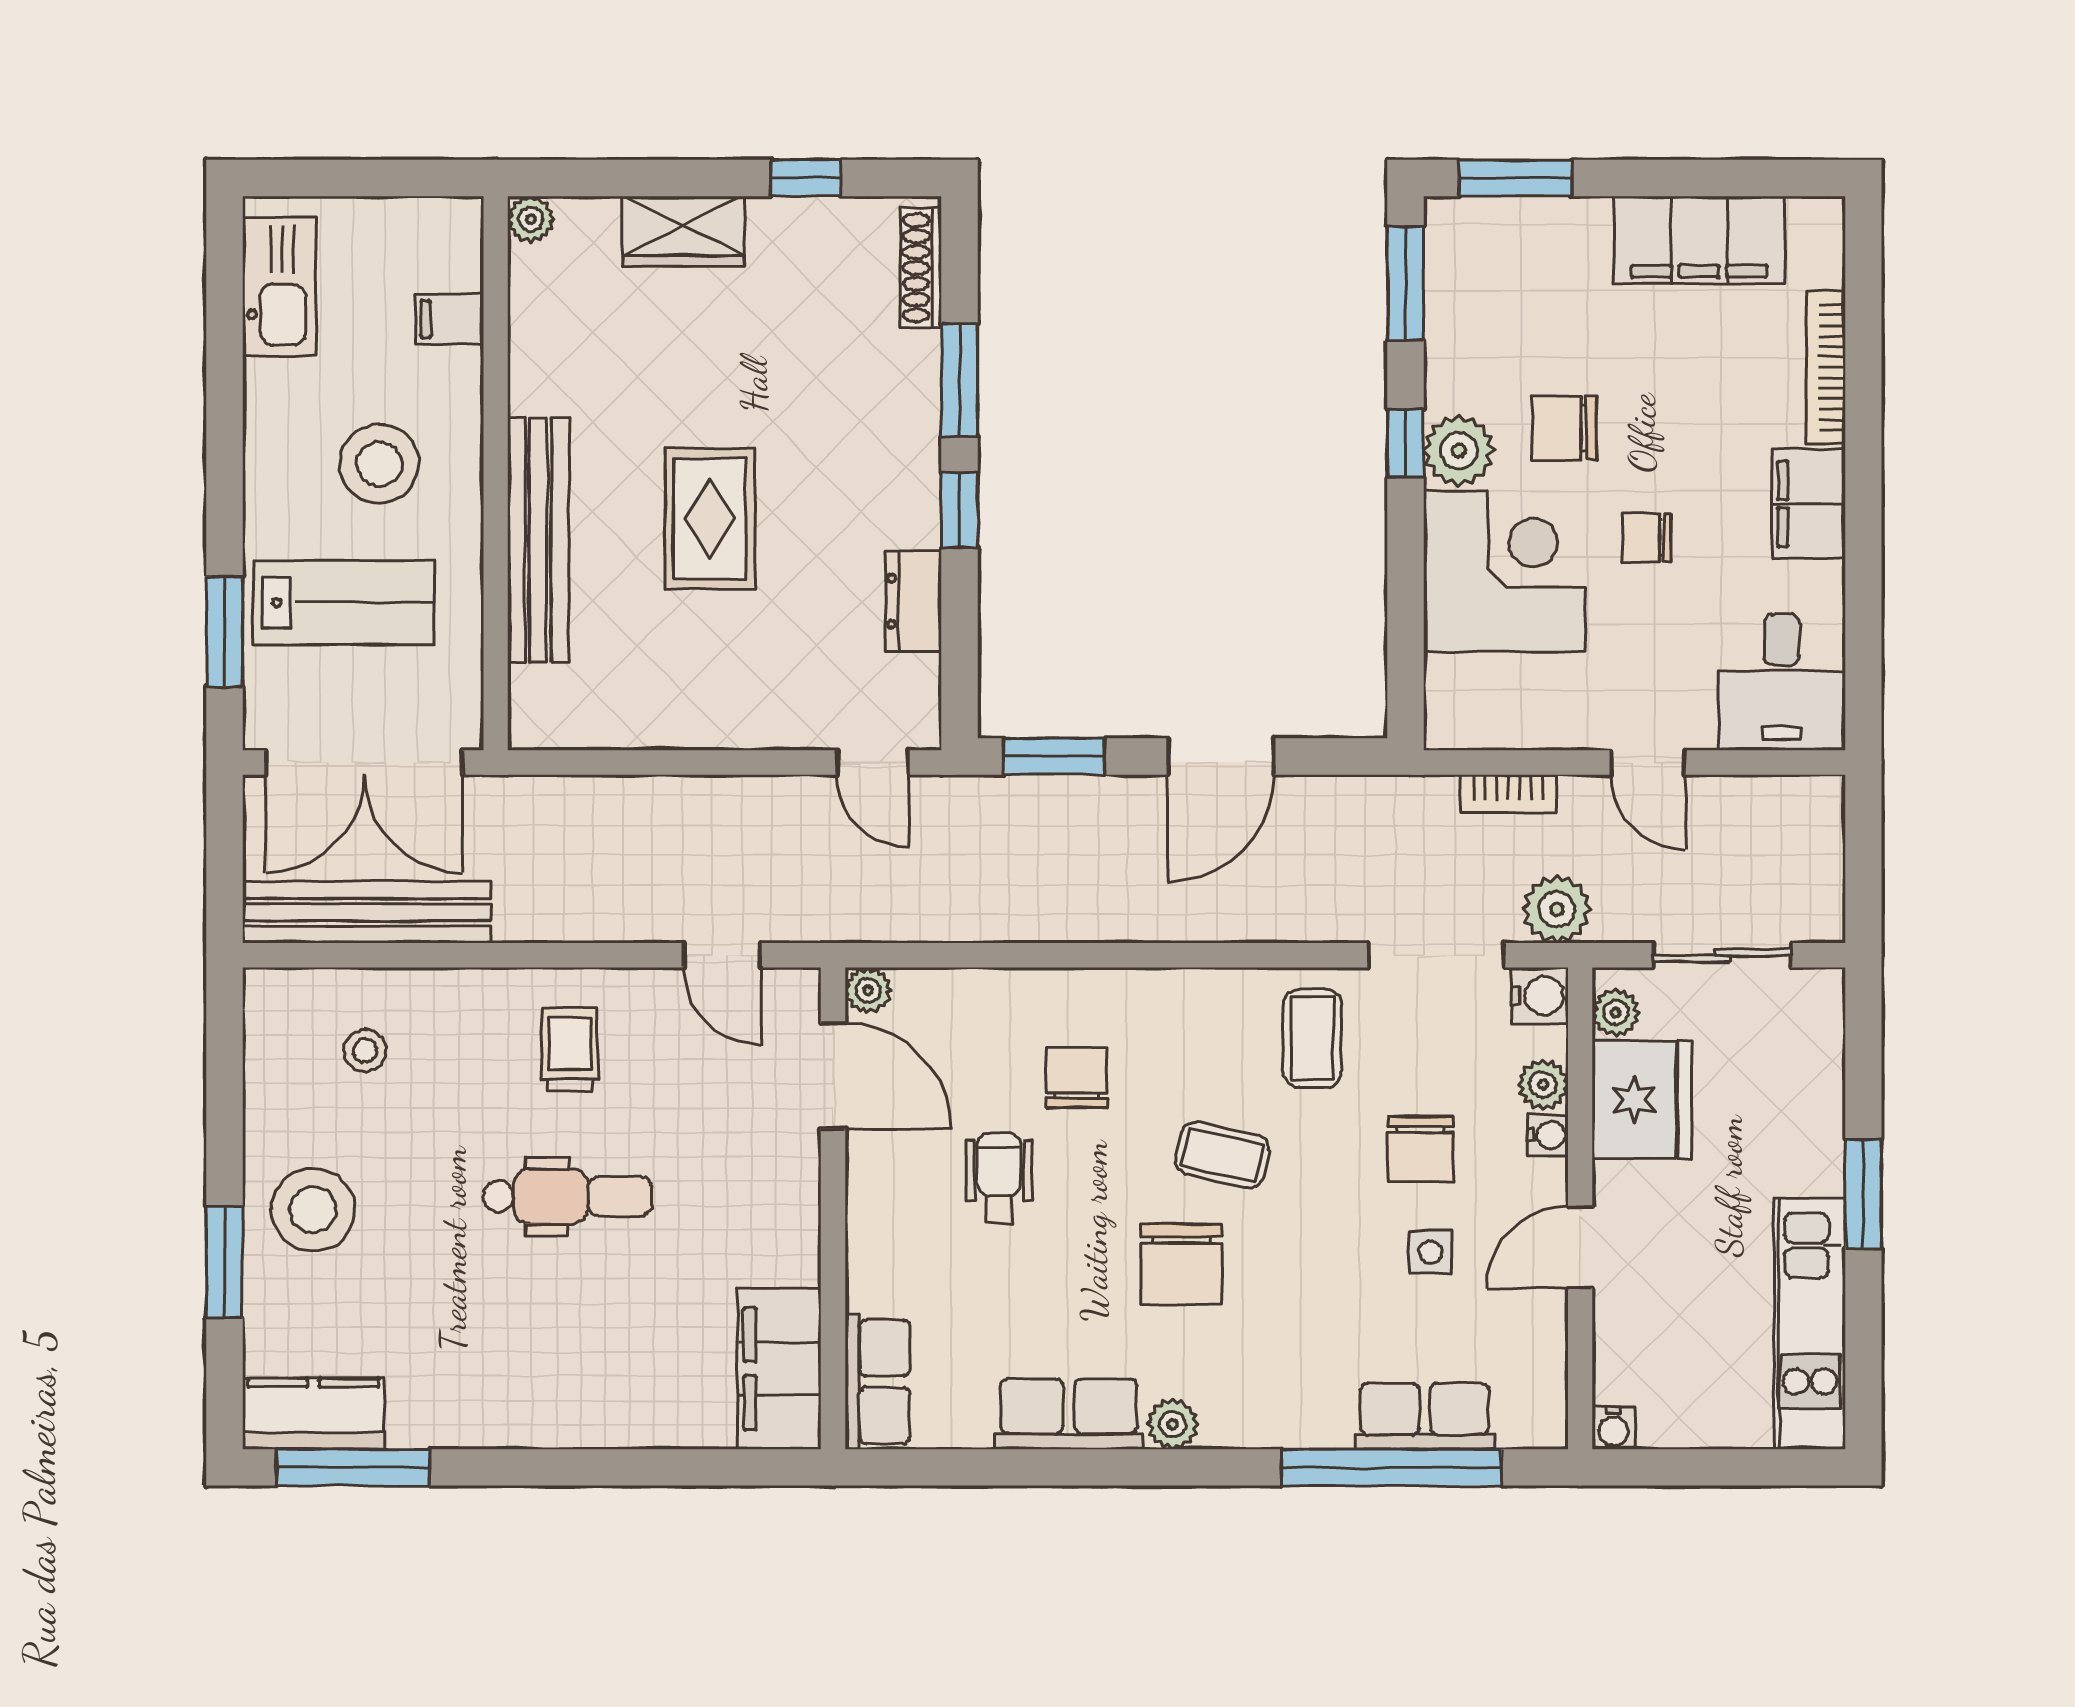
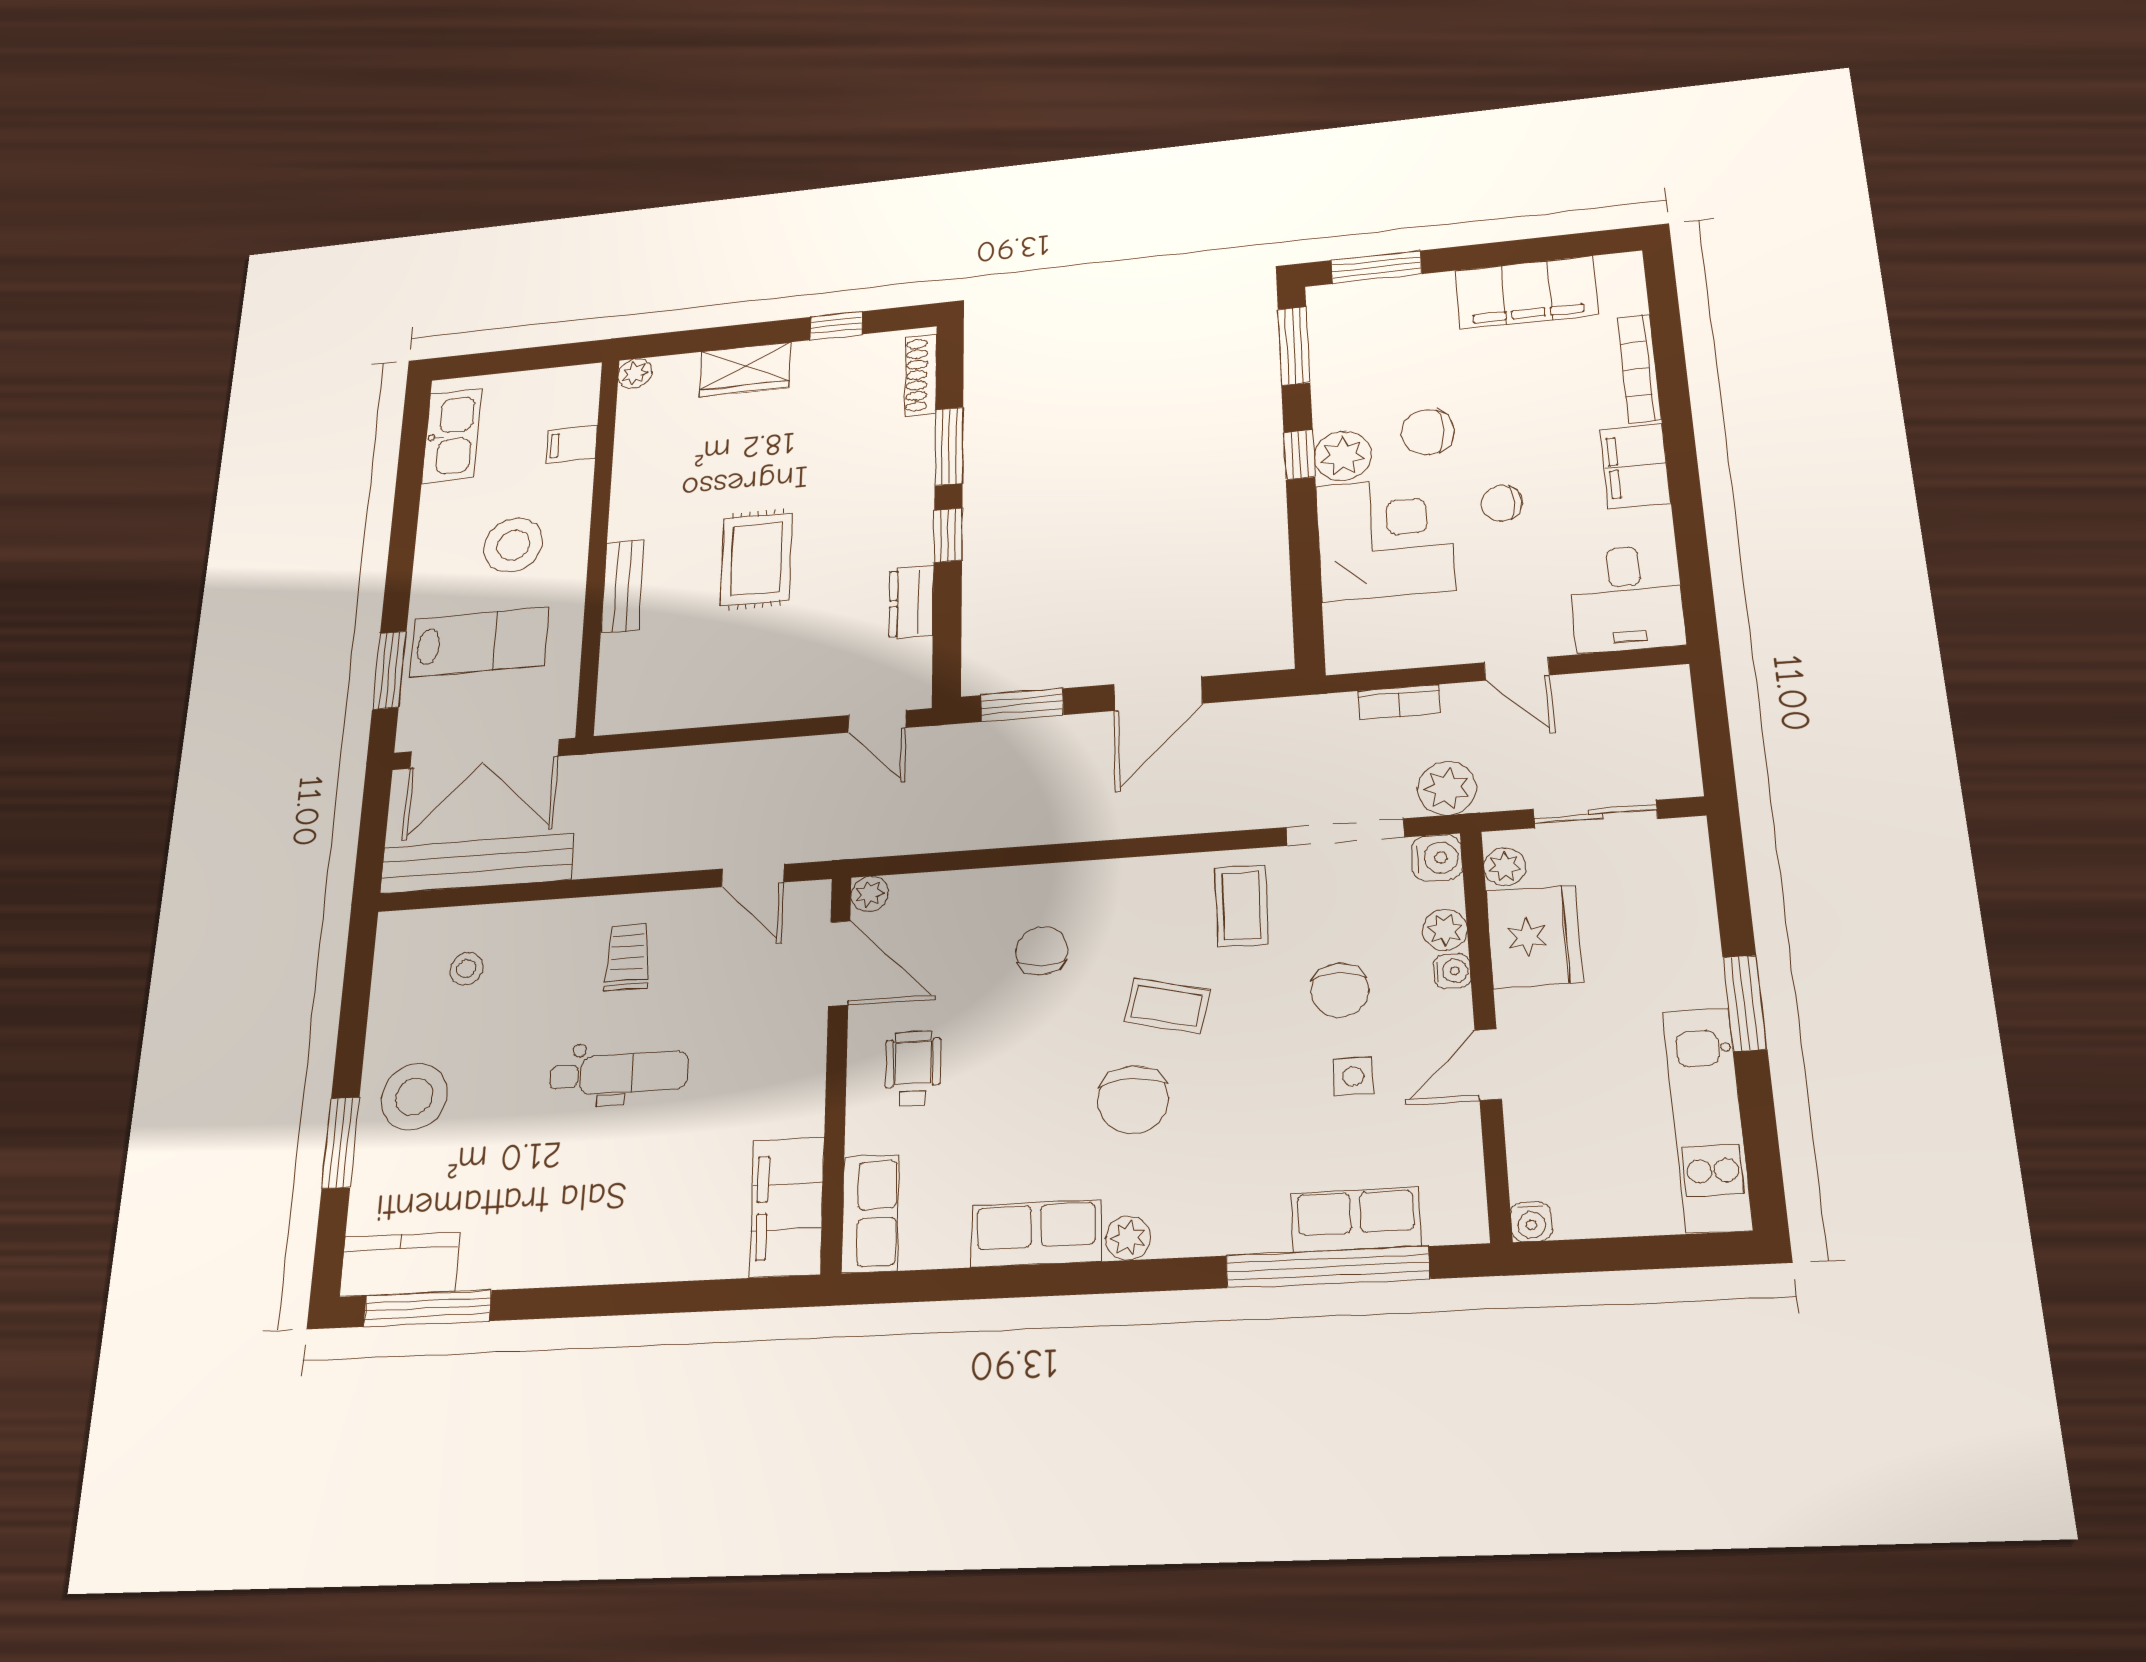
bench: (538, 540) -> (622, 586), width x0.54, depth x0.82
wheelchair: (999, 1178) -> (913, 1069), moved

